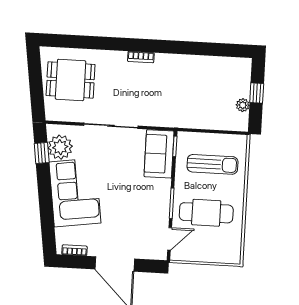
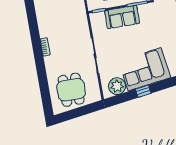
window: (42, 153) -> (143, 91), moved
sofa: (159, 154) -> (122, 17), moved

